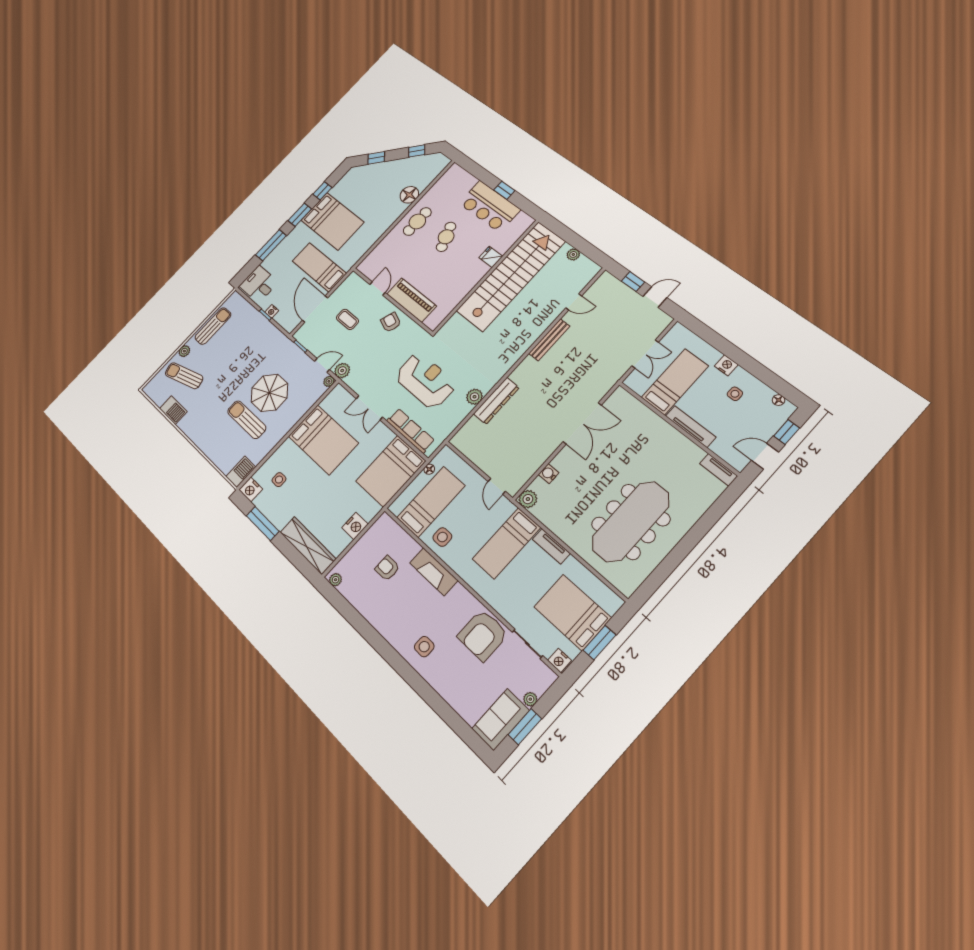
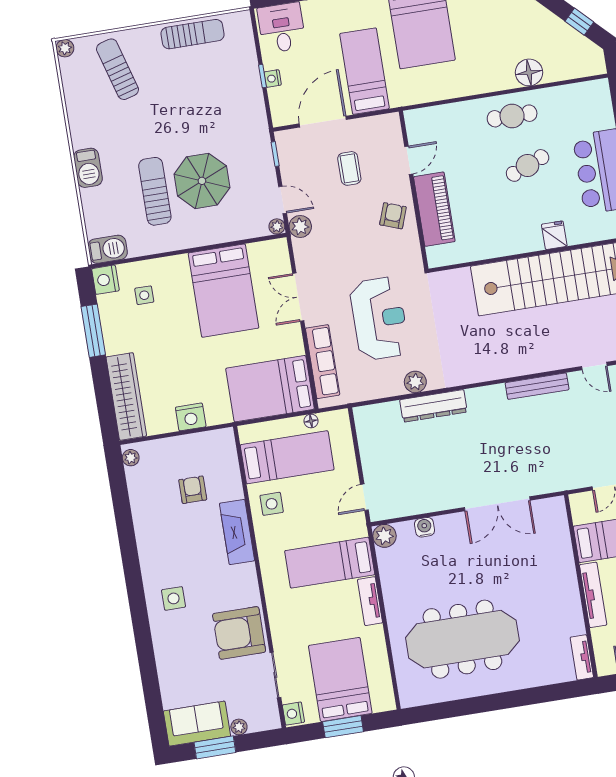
plant: (184, 351) -> (65, 48), moved
barbecue: (173, 410) -> (88, 168), moved

